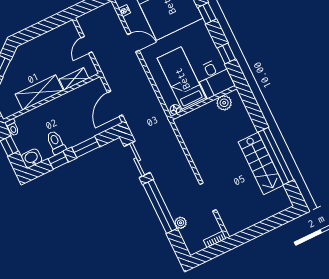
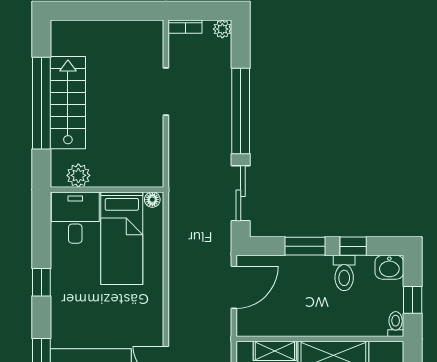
desk: (214, 78) -> (75, 218), moved
bed: (182, 79) -> (122, 238), moved
wall: (204, 103) -> (107, 190), moved
plant: (224, 103) -> (78, 175), moved
floor lamp: (175, 109) -> (152, 200), moved
plant: (181, 223) -> (222, 29), moved

